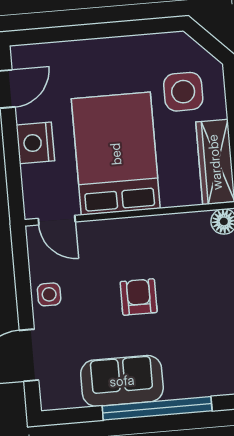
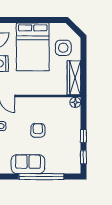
bed: (116, 154) -> (33, 47), moved, turned 180

